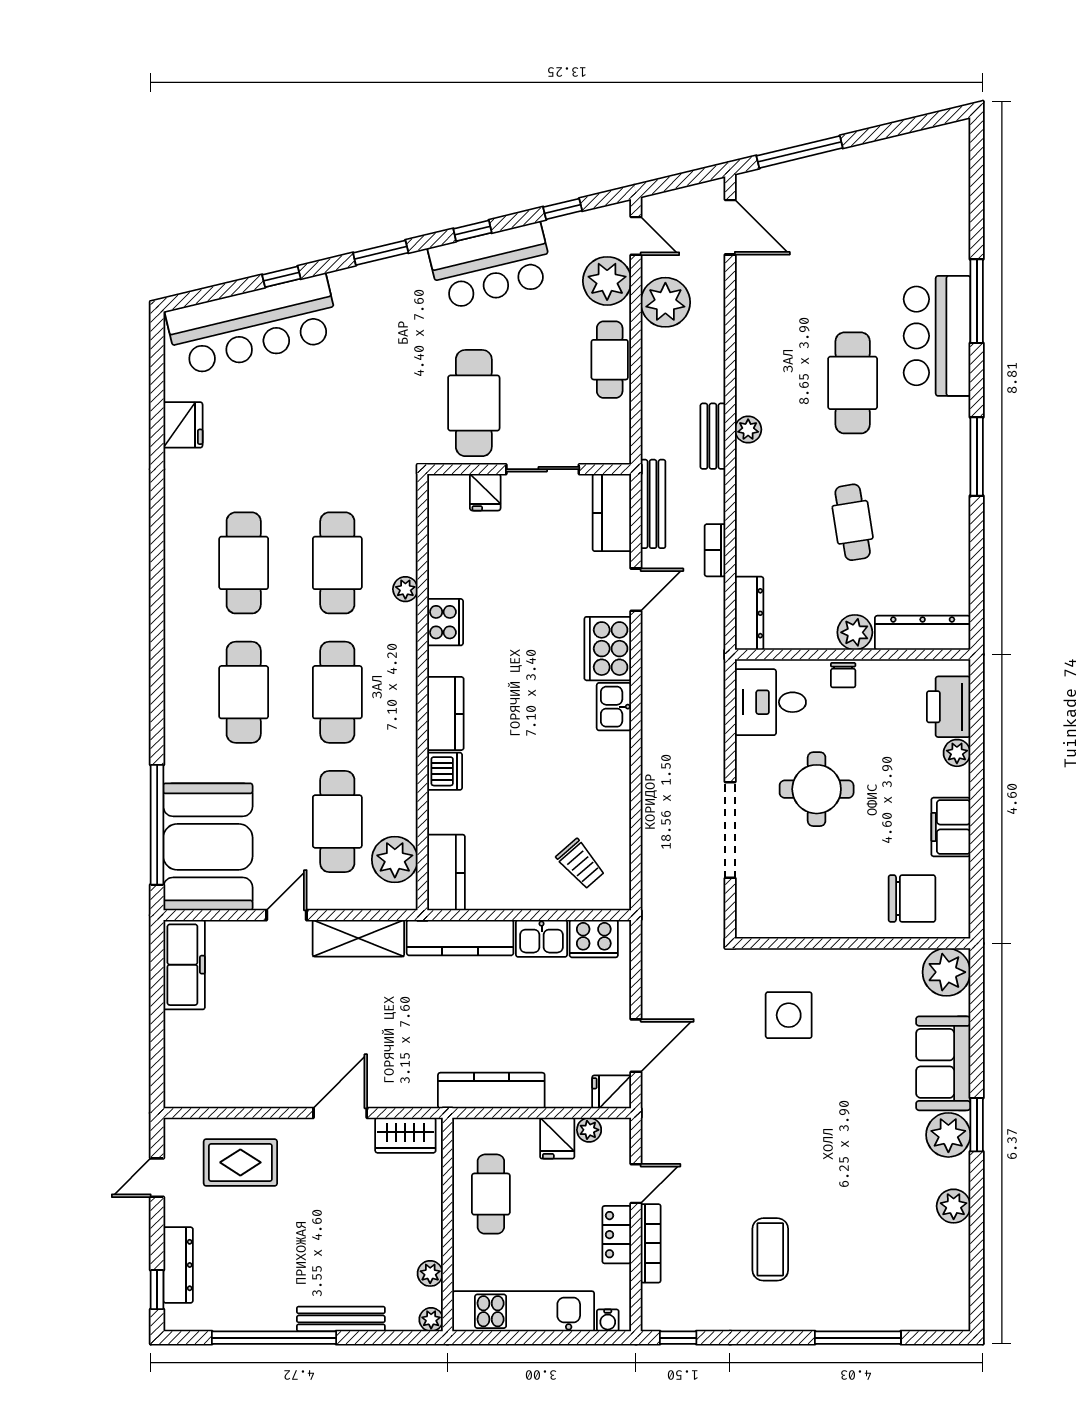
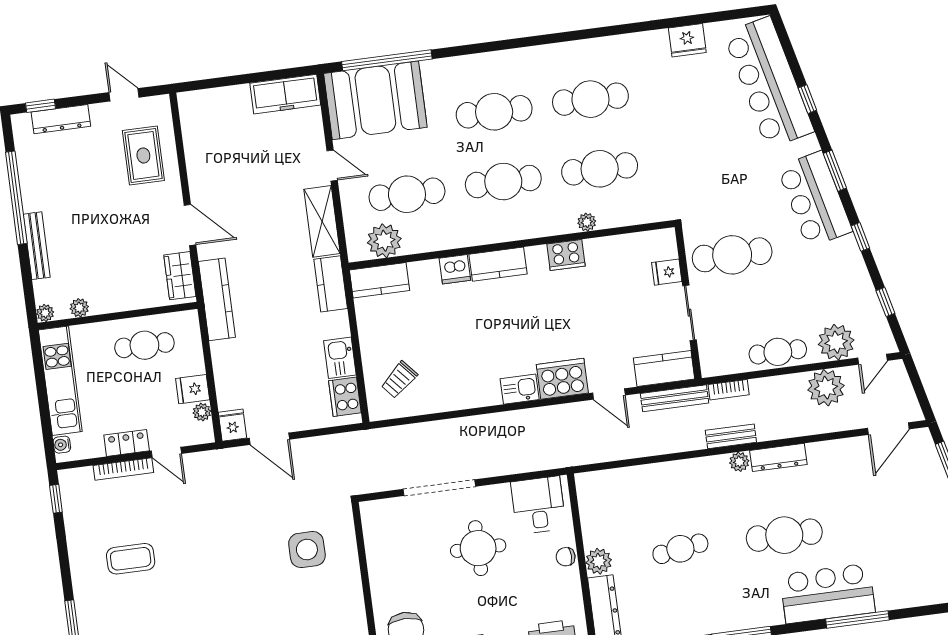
bar counter: (491, 266) -> (815, 199), moved
bookcase: (715, 550) -> (729, 390), moved, turned 180
dresser: (749, 613) -> (778, 457), moved
kitchen counter: (460, 938) -> (331, 284), width x0.67
kitchen counter: (491, 1091) -> (217, 299), moved

